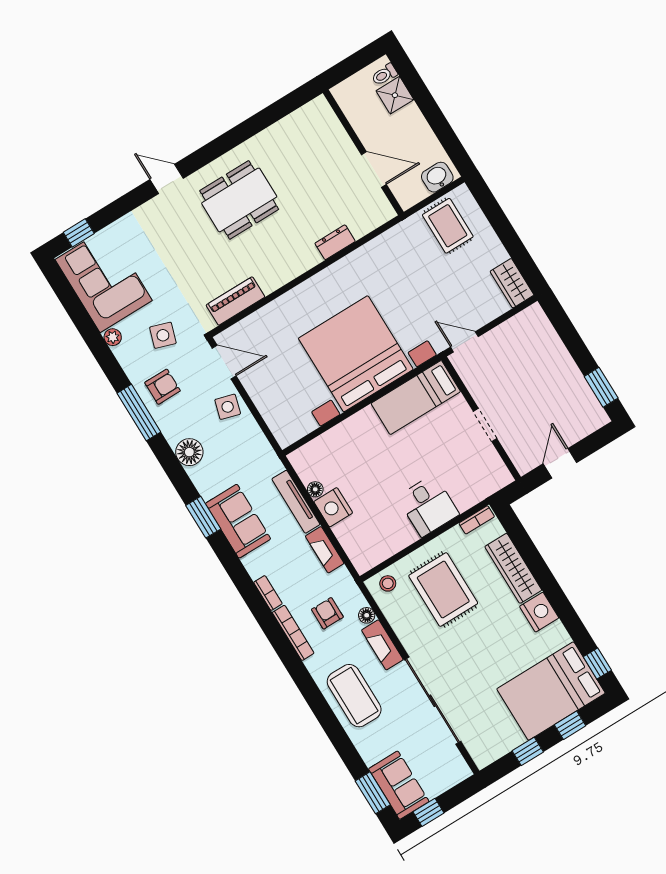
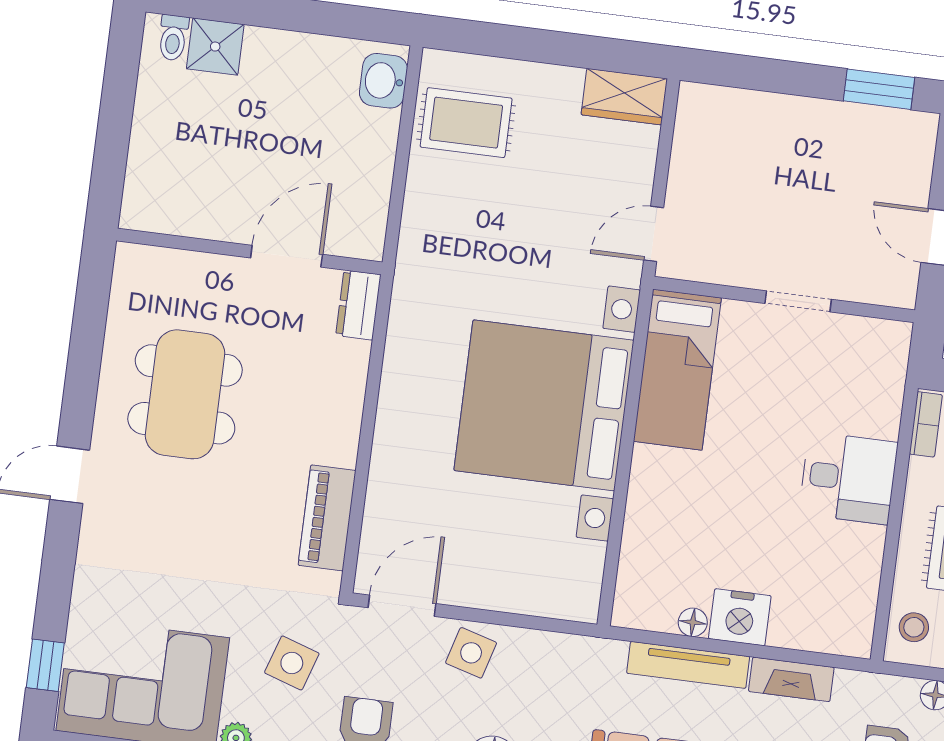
wall: (363, 152) -> (249, 251), moved
door: (374, 170) -> (287, 256), moved

